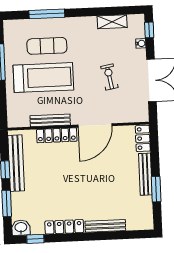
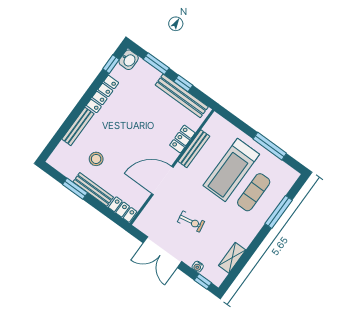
door: (95, 125) -> (162, 180), hinge flipped
locker: (57, 135) -> (182, 139), width x0.66
stool: (120, 191) -> (96, 159), added

